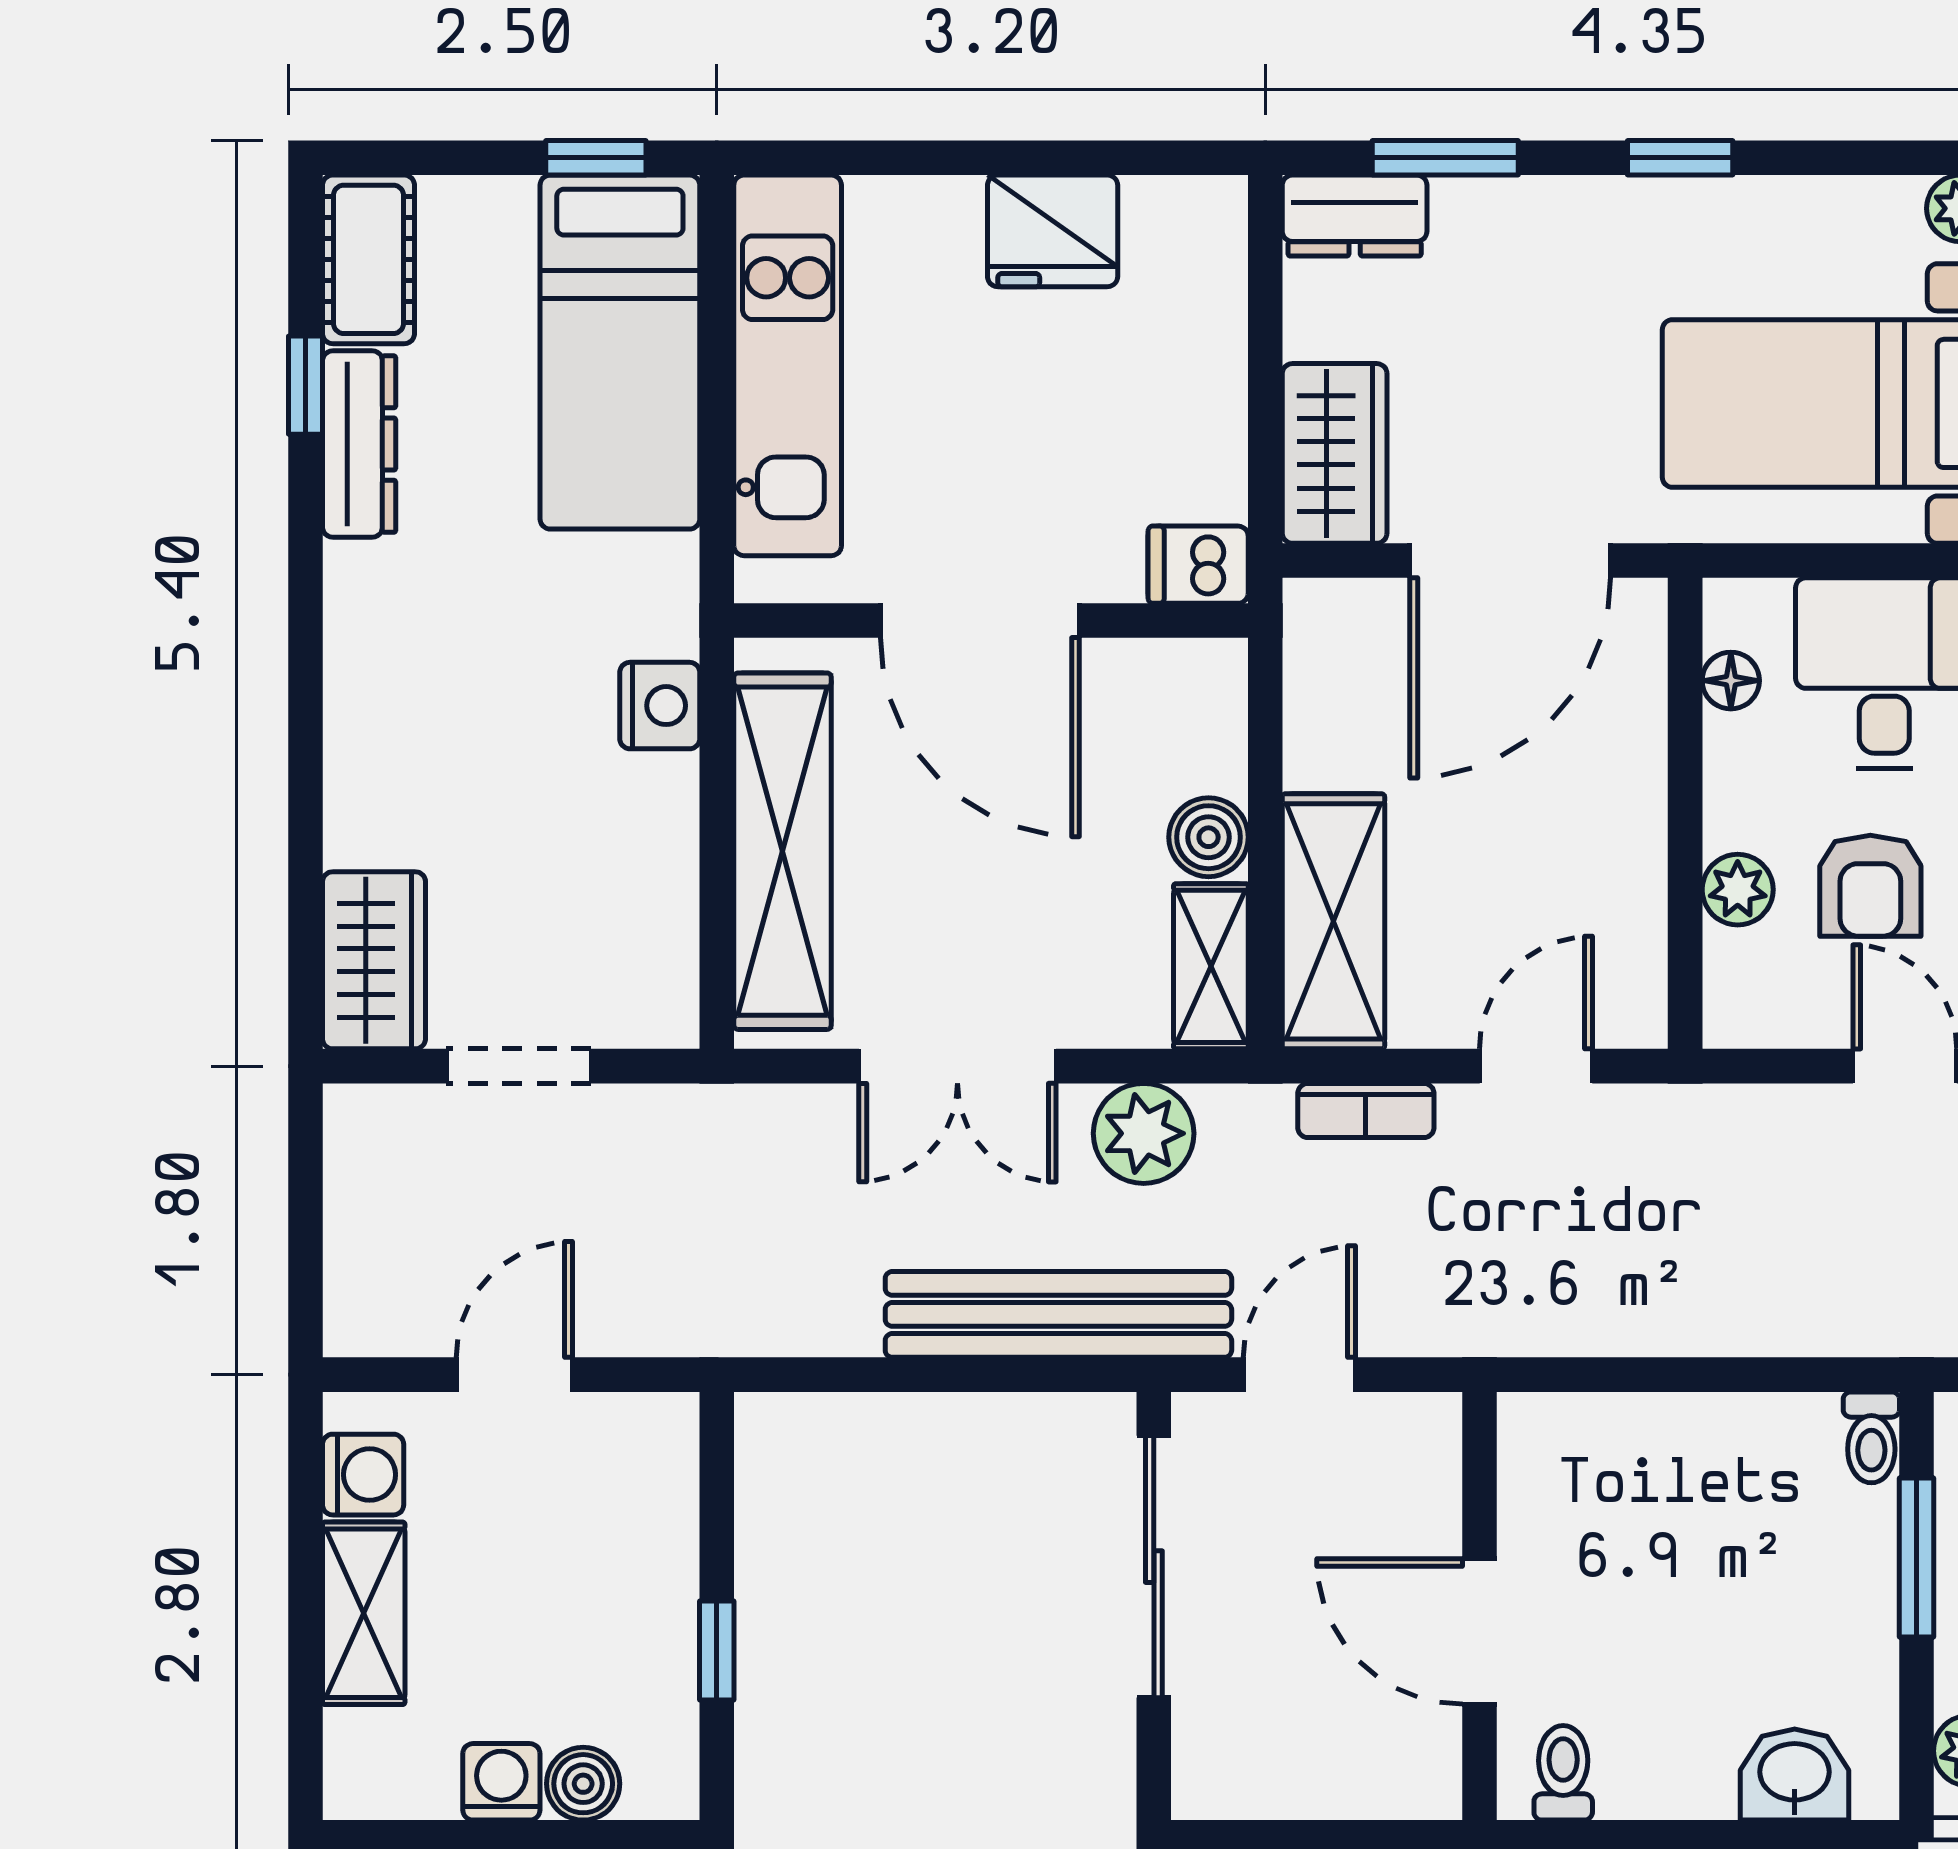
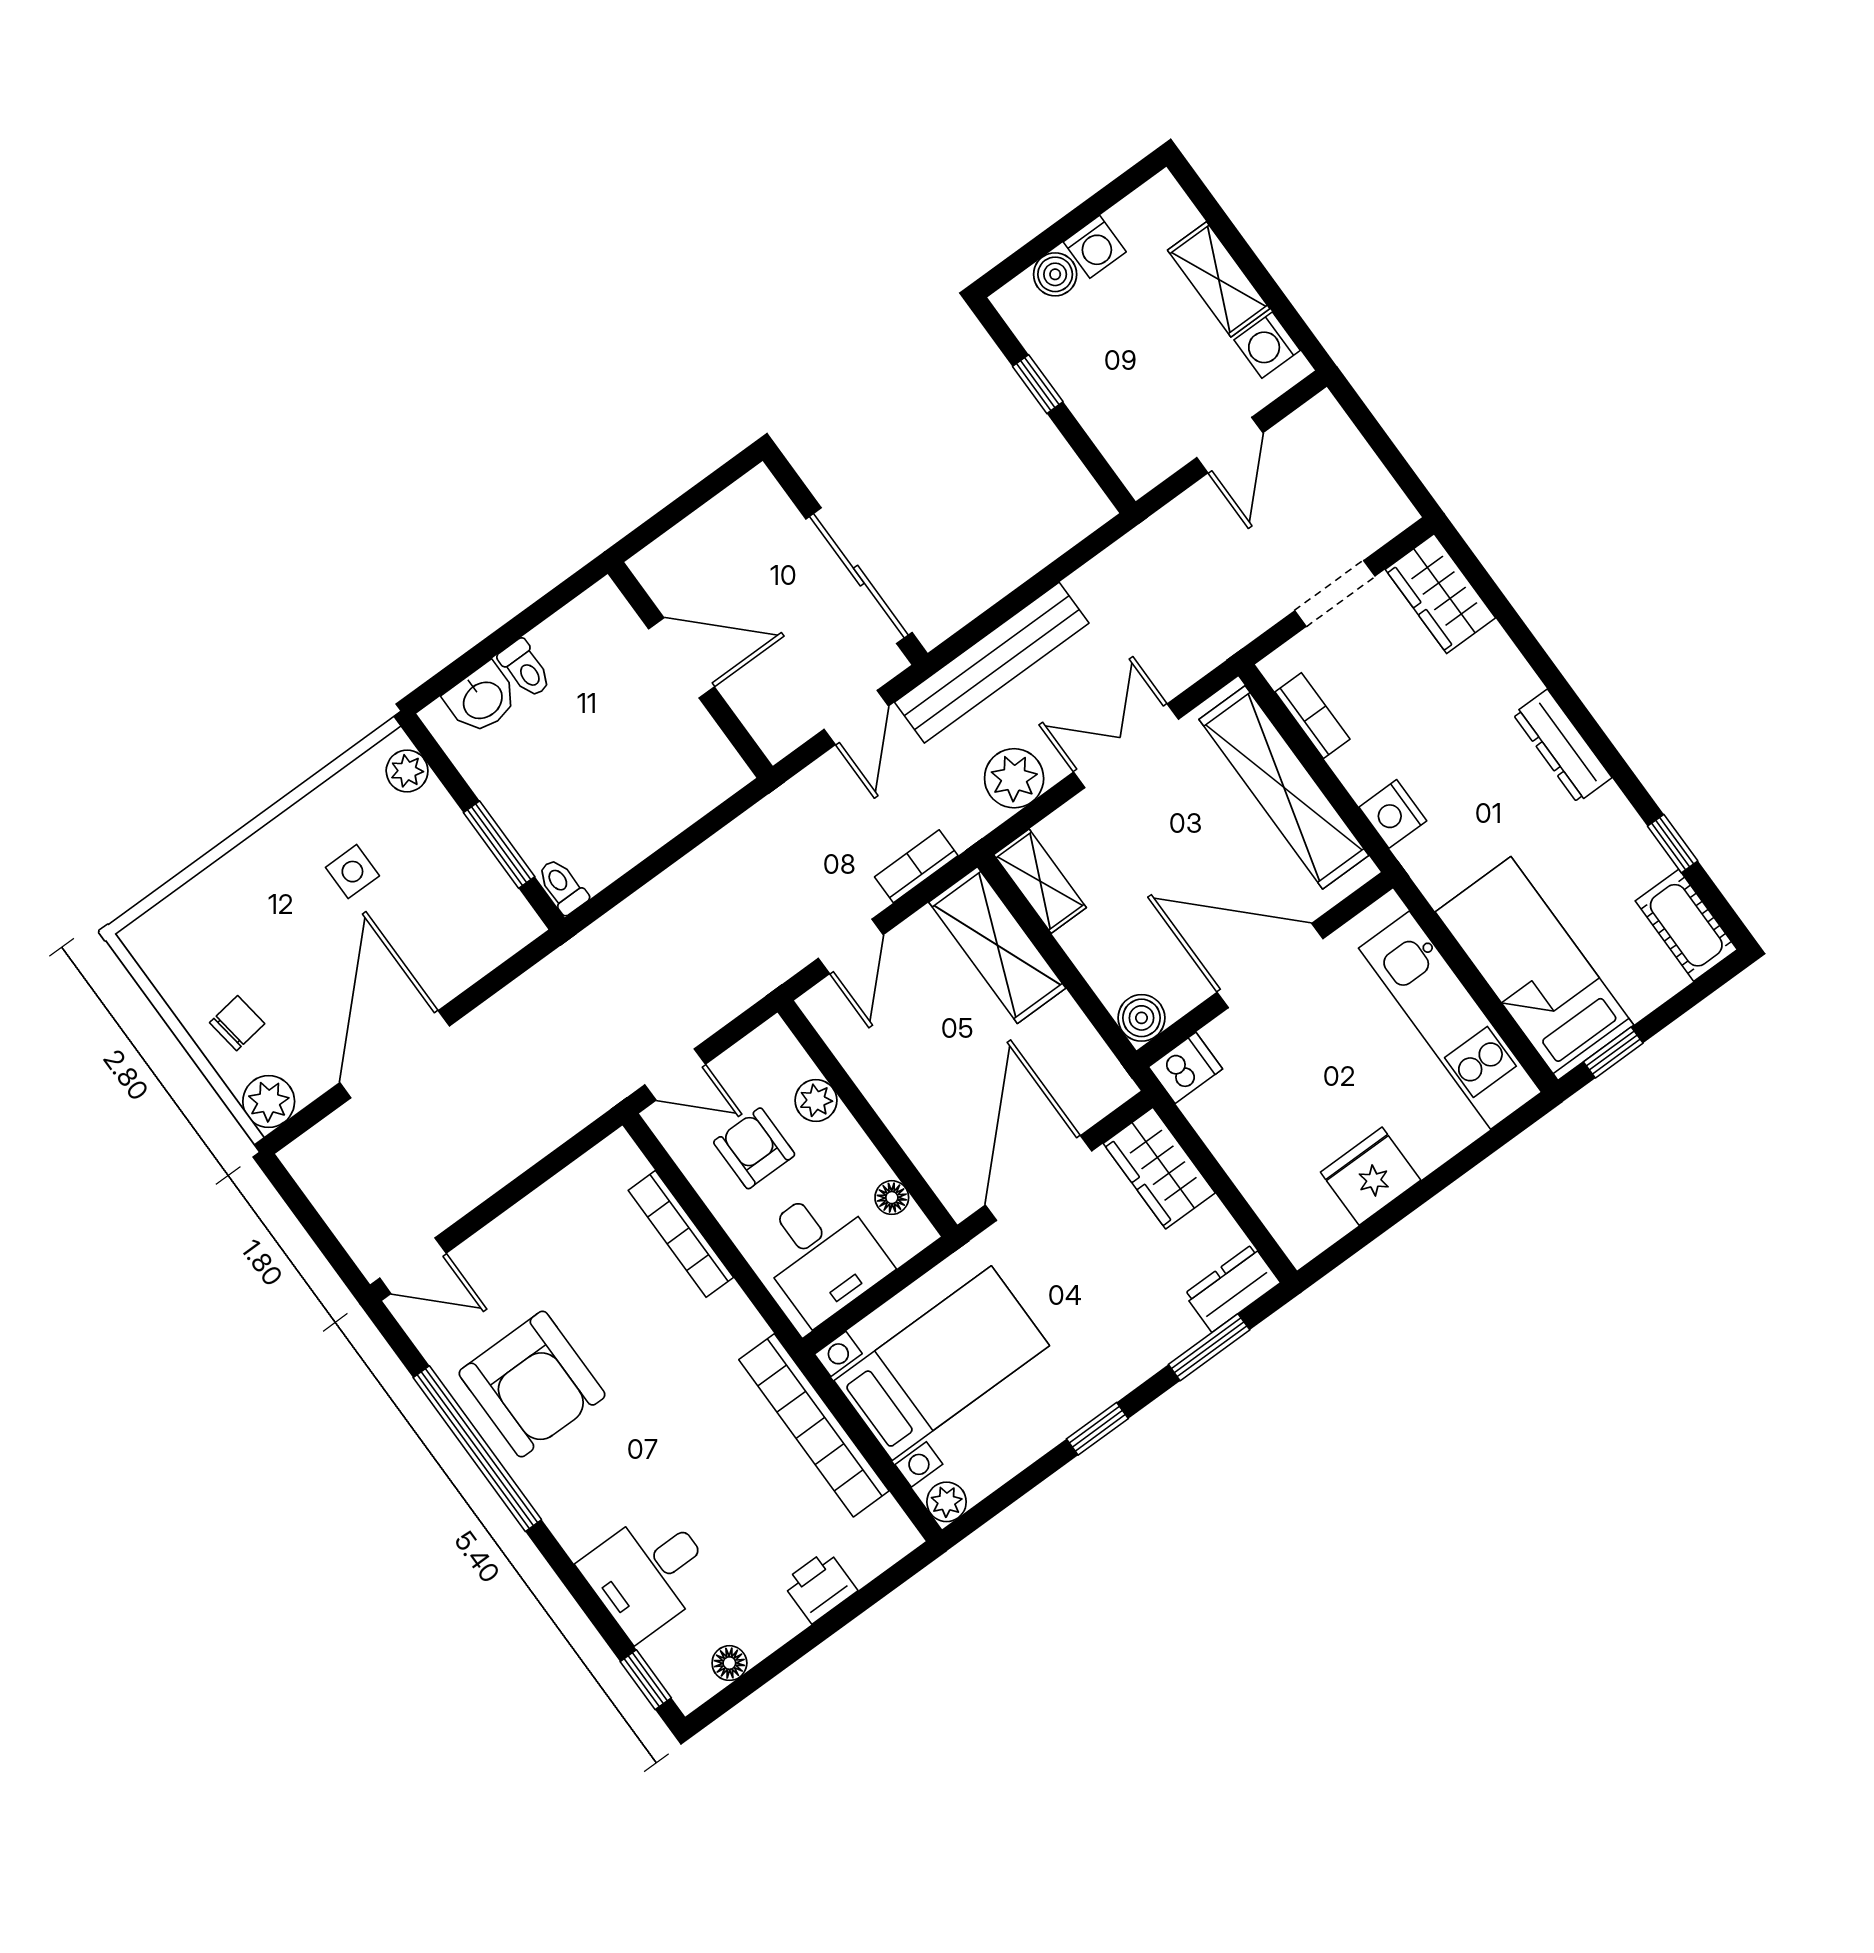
dresser: (359, 444) -> (1562, 746), moved
boiler: (1209, 837) -> (1141, 1018), moved
bookcase: (672, 921) -> (1312, 716), added
toilet: (1563, 1773) -> (525, 669), moved

